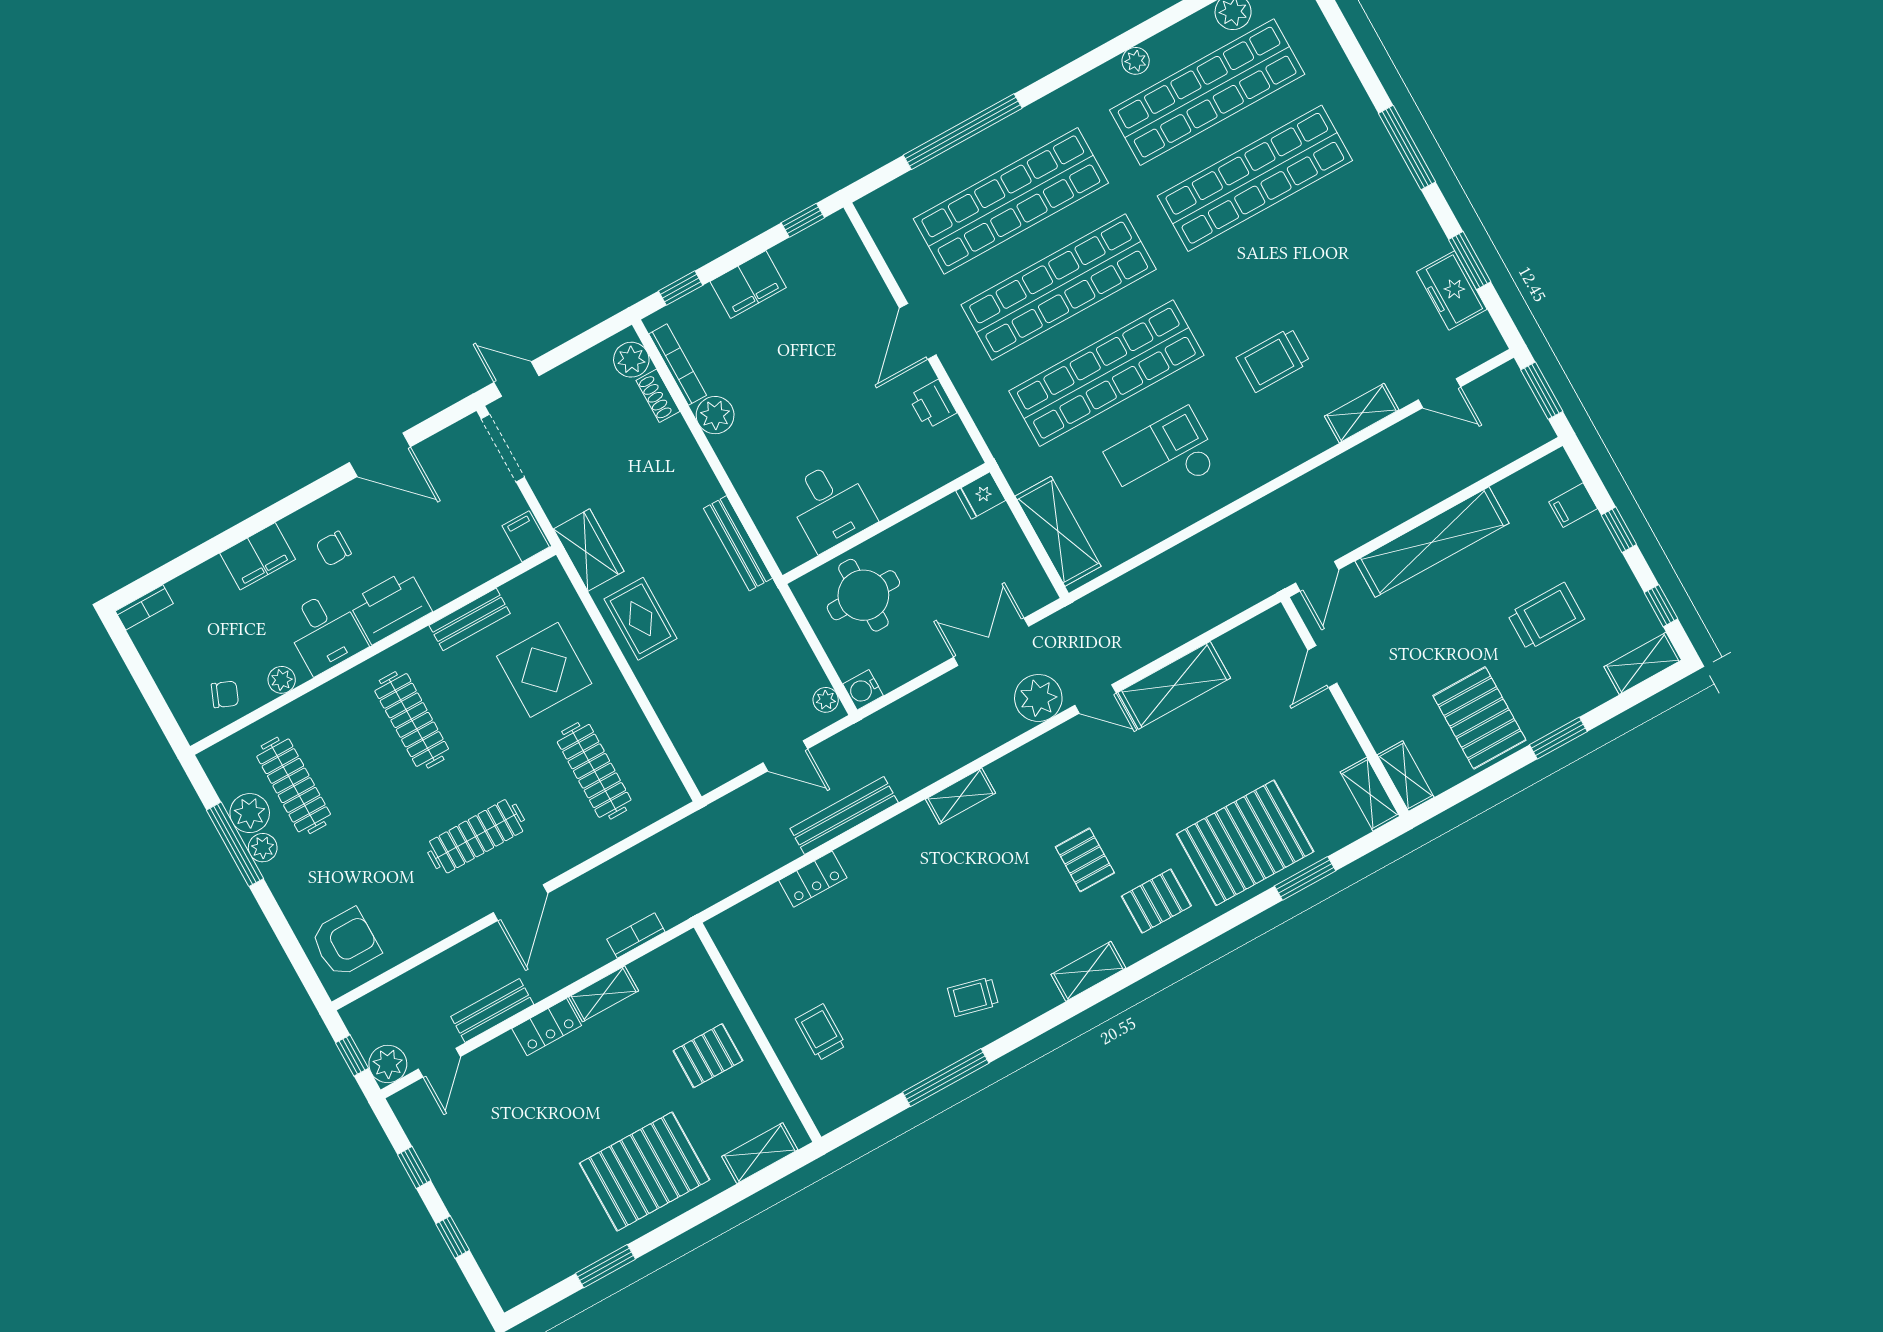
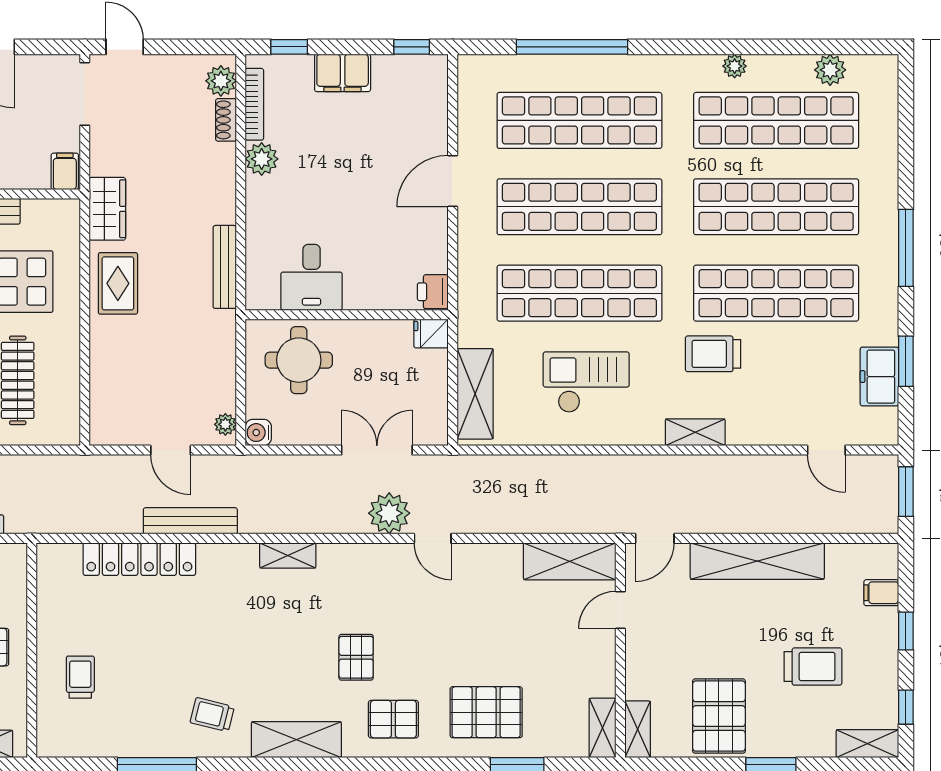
shop shelf: (1303, 264) -> (776, 293), added
printer: (932, 404) -> (433, 292), moved
shelving: (1362, 413) -> (695, 432), moved
shelving: (1174, 685) -> (570, 561), moved
pallet: (1245, 843) -> (486, 712), width x0.73, depth x0.71
locker: (813, 879) -> (139, 559), width x2.16, depth x1.21
shelving: (1088, 971) -> (296, 740), width x1.50, depth x1.33

